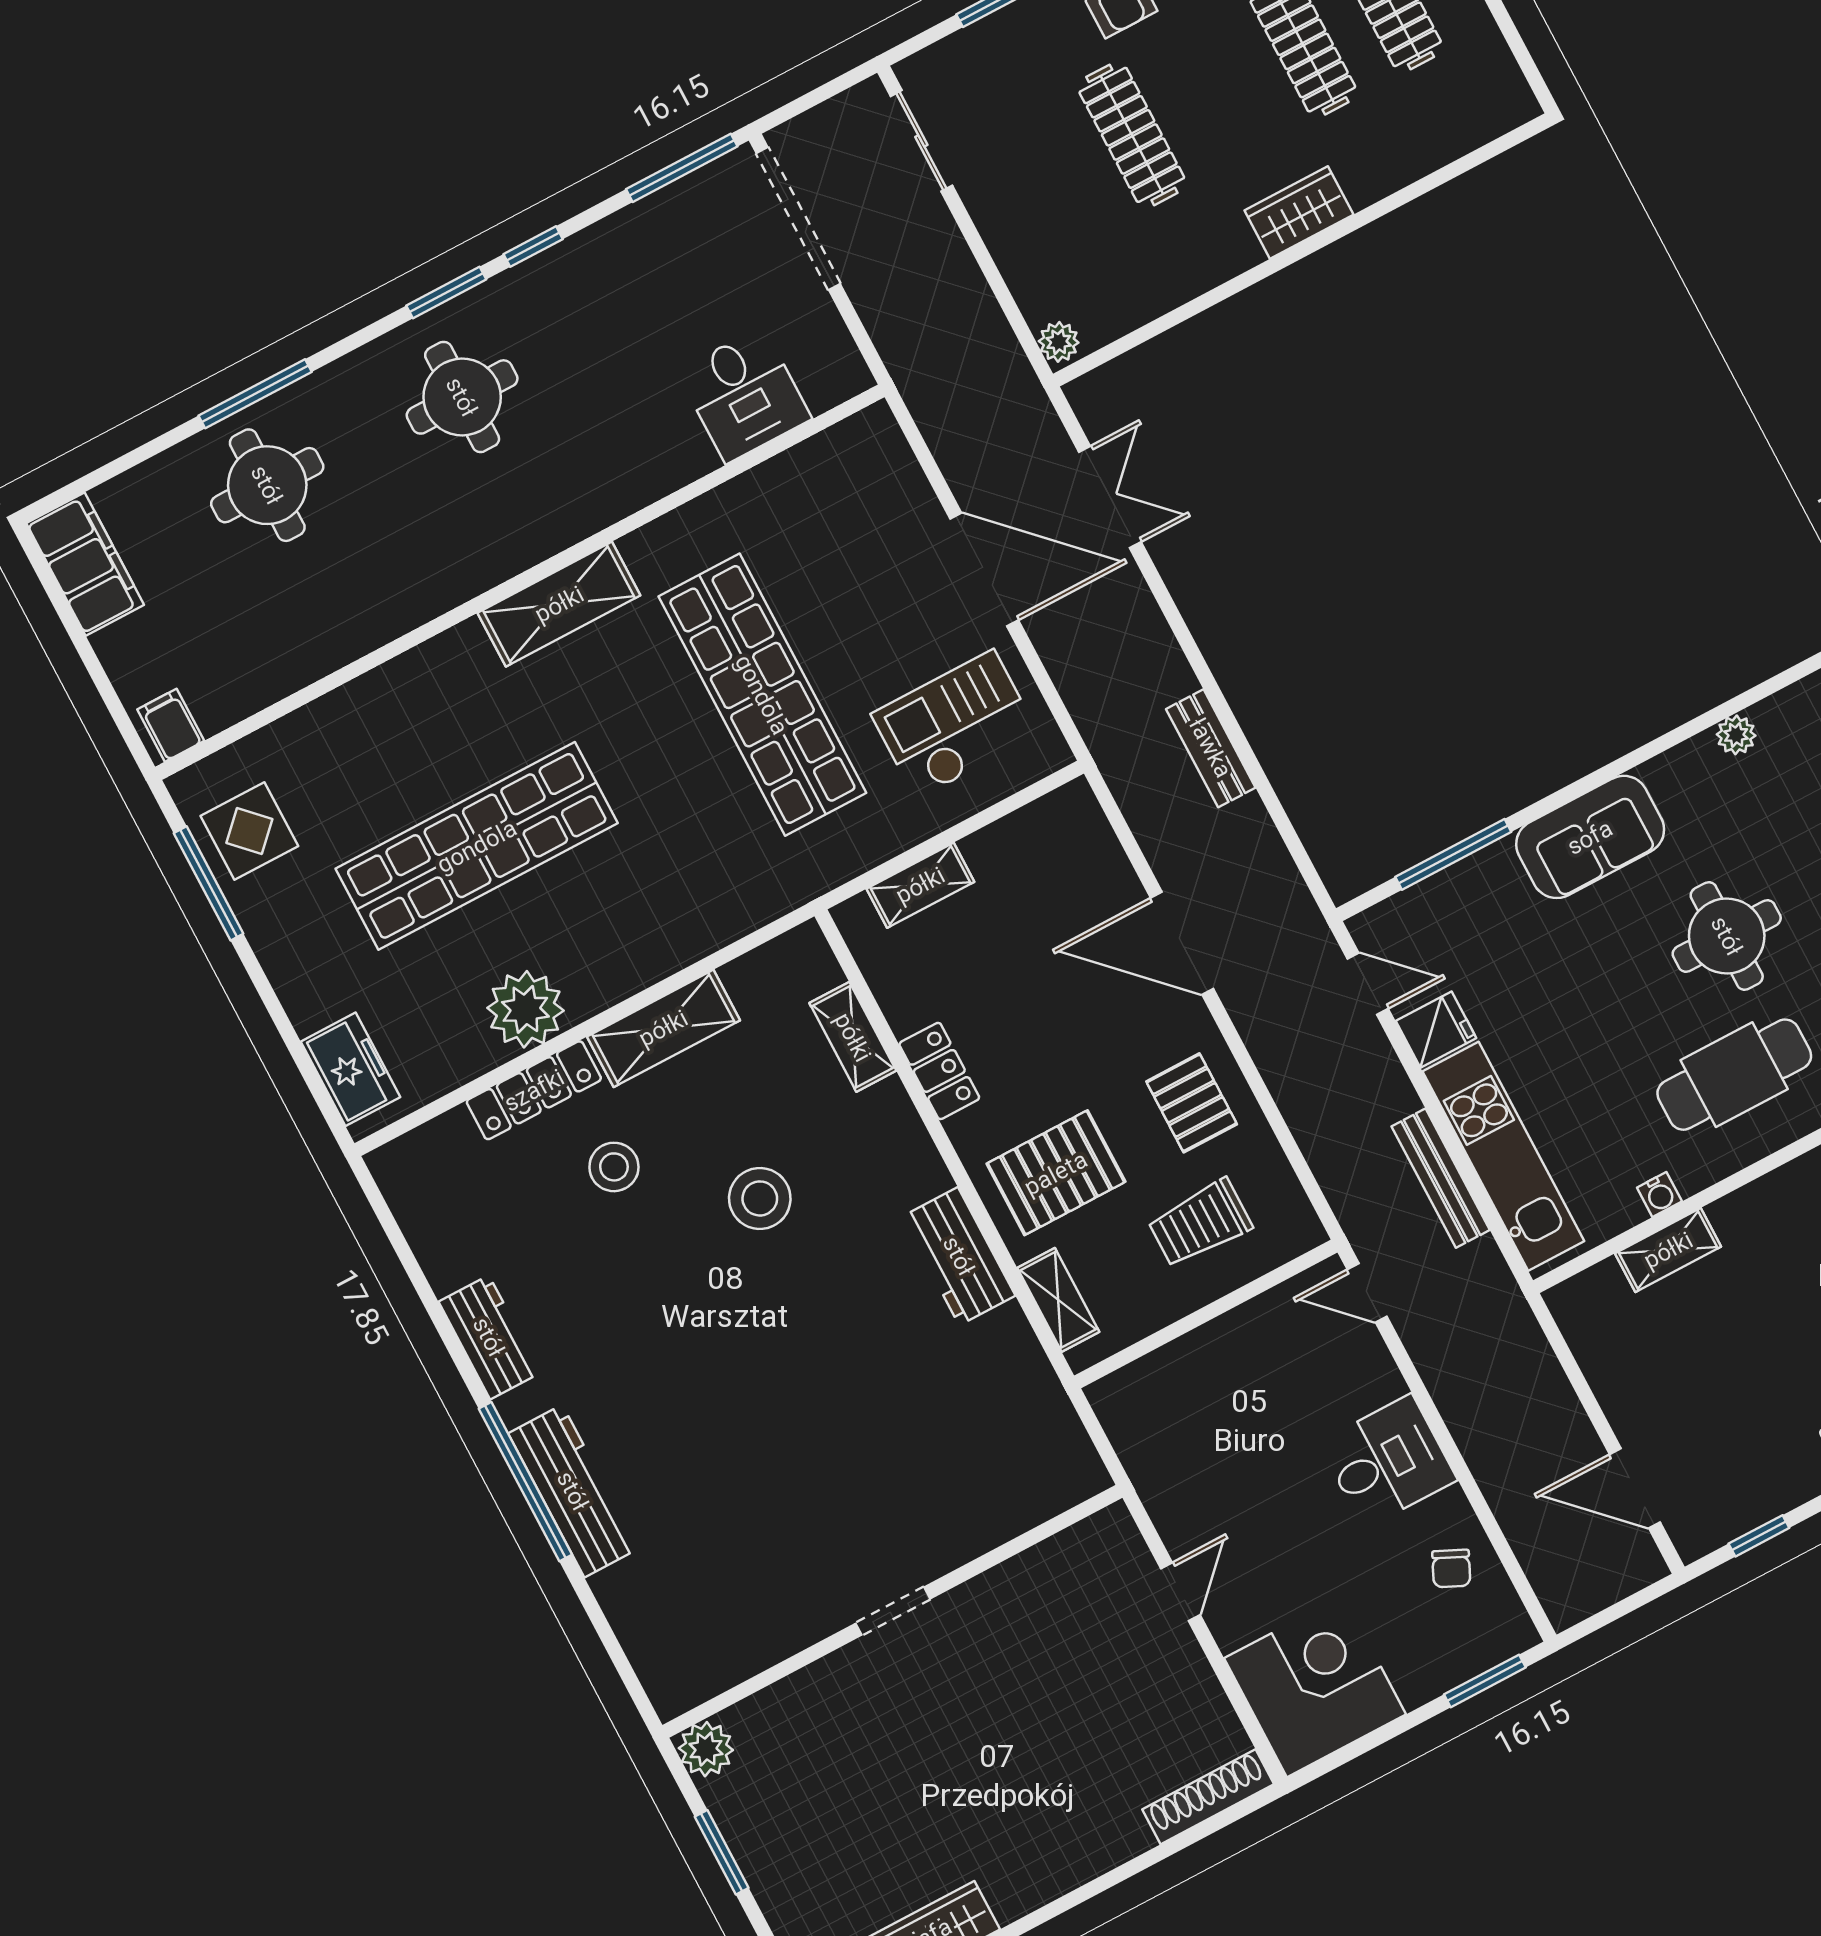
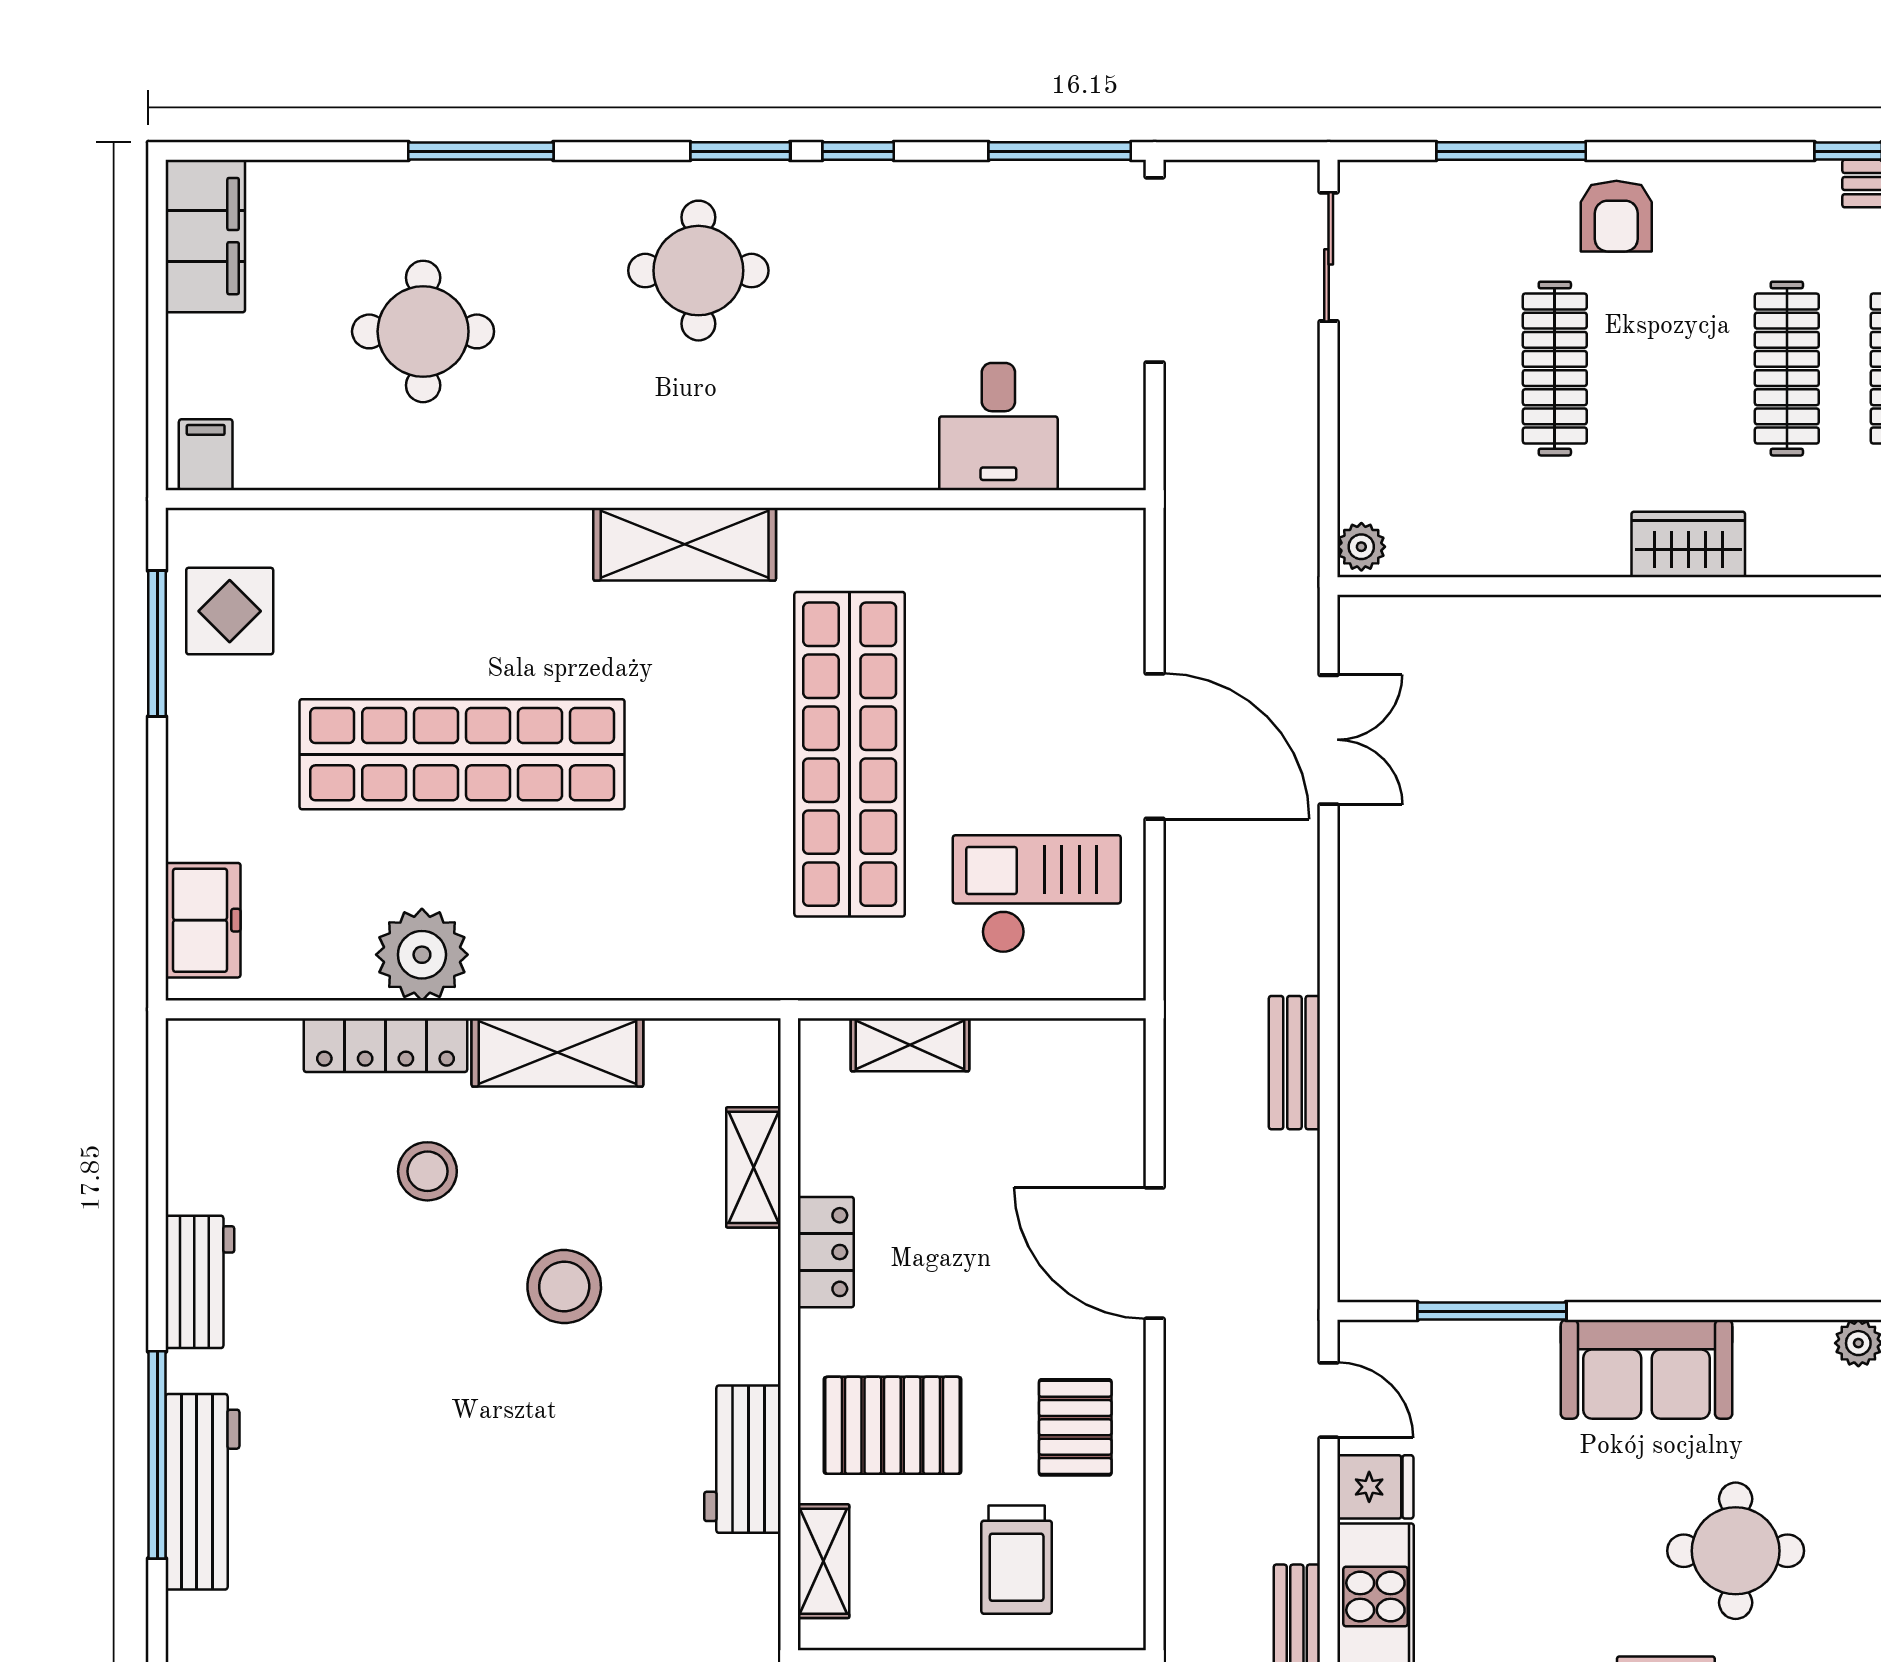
round table: (267, 485) -> (423, 331), moved
trolley: (1200, 1223) -> (1017, 1560), turned -90

